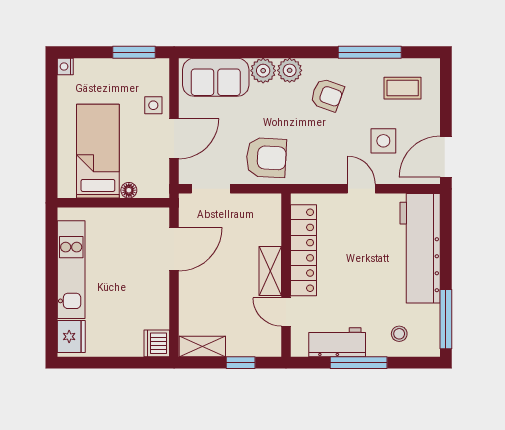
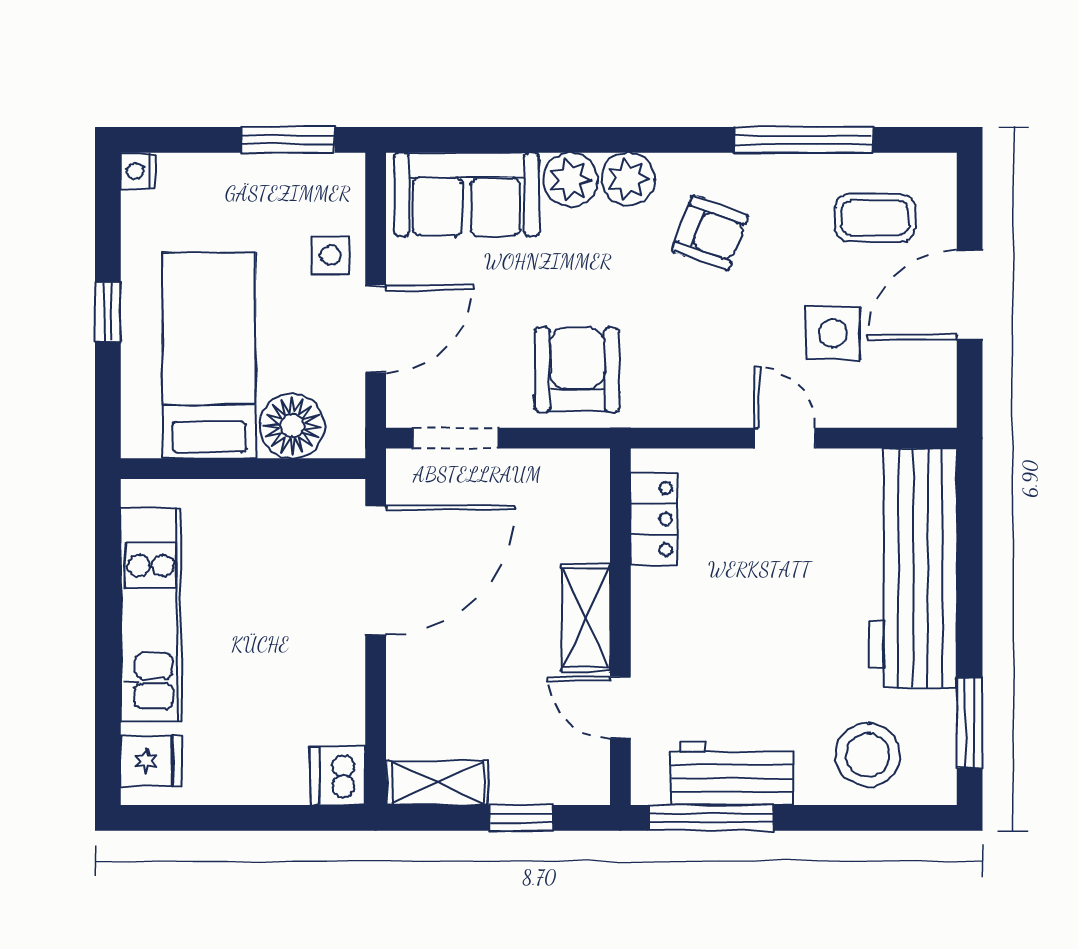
window: (52, 131) -> (108, 312), added
door: (446, 157) -> (970, 295), moved
armchair: (266, 158) -> (577, 370), turned -93
floor lamp: (129, 190) -> (292, 426), width x1.89, depth x1.89
door: (174, 249) -> (376, 570), width x1.36
locker: (304, 250) -> (654, 519), width x0.46, depth x0.83
window: (446, 319) -> (970, 723), width x0.69
stool: (399, 334) -> (868, 755), width x1.89, depth x1.89
fridge: (71, 337) -> (151, 761), width x0.72
window: (359, 363) -> (711, 818), moved

